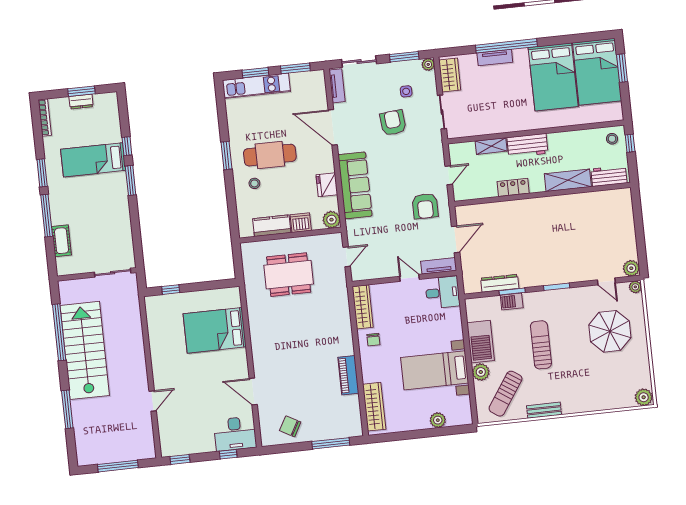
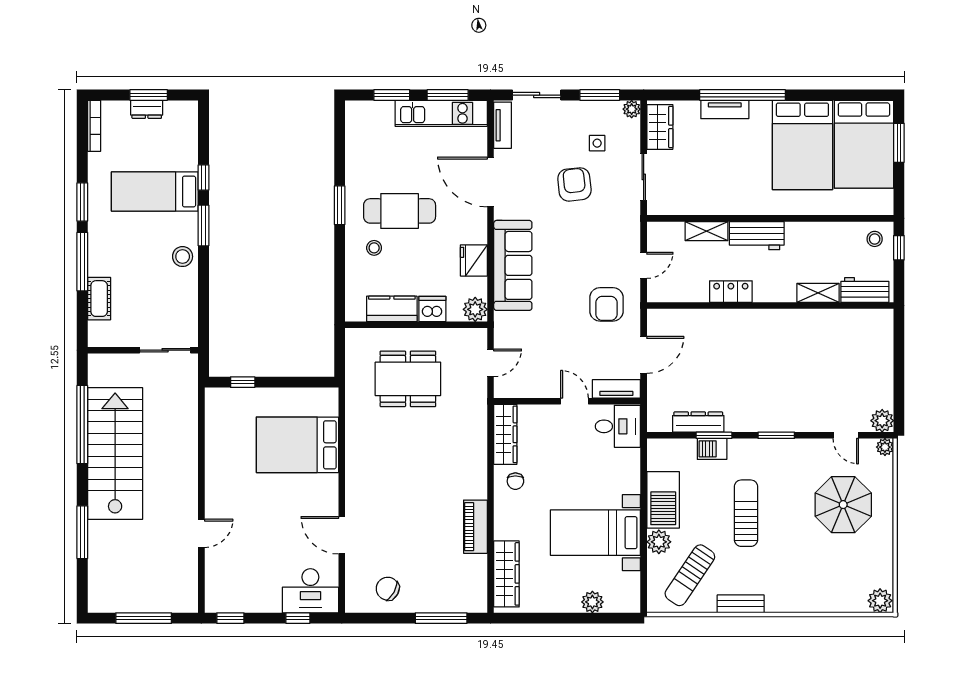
kitchen unit: (256, 86) -> (441, 113), moved
shelving: (568, 180) -> (818, 293), width x0.67, depth x0.75
stool: (118, 204) -> (183, 257), added

